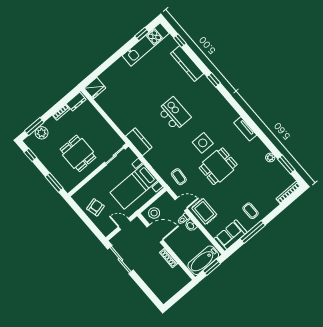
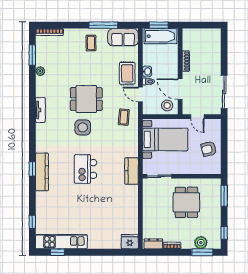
kitchen counter: (187, 64) -> (42, 172), moved

